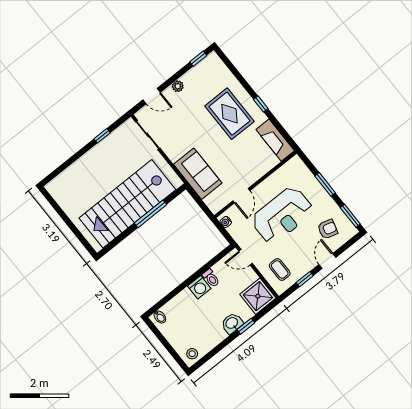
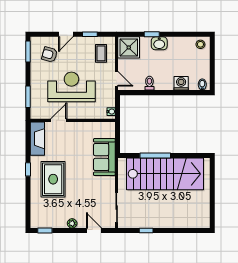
window: (325, 184) -> (28, 97), moved
door: (241, 196) -> (59, 120), moved
washing machine: (199, 287) -> (181, 83), moved

